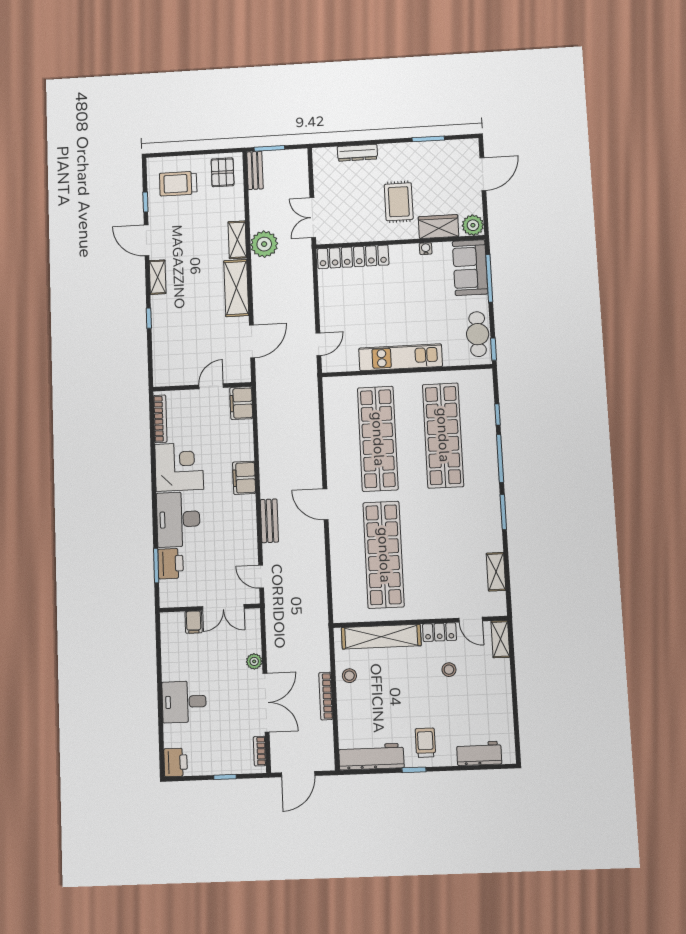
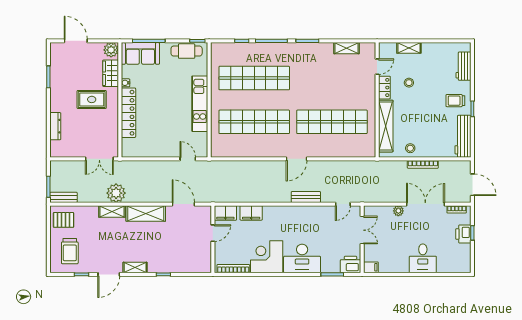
locker: (353, 257) -> (128, 113), moved
door: (211, 386) -> (213, 233), swing flipped
filing cabinet: (244, 478) -> (251, 213), moved
printer: (171, 564) -> (350, 264), moved
filing cabinet: (194, 622) -> (371, 267), moved
shelving: (500, 639) -> (409, 48), moved
printer: (176, 762) -> (463, 234), moved, turned -90

